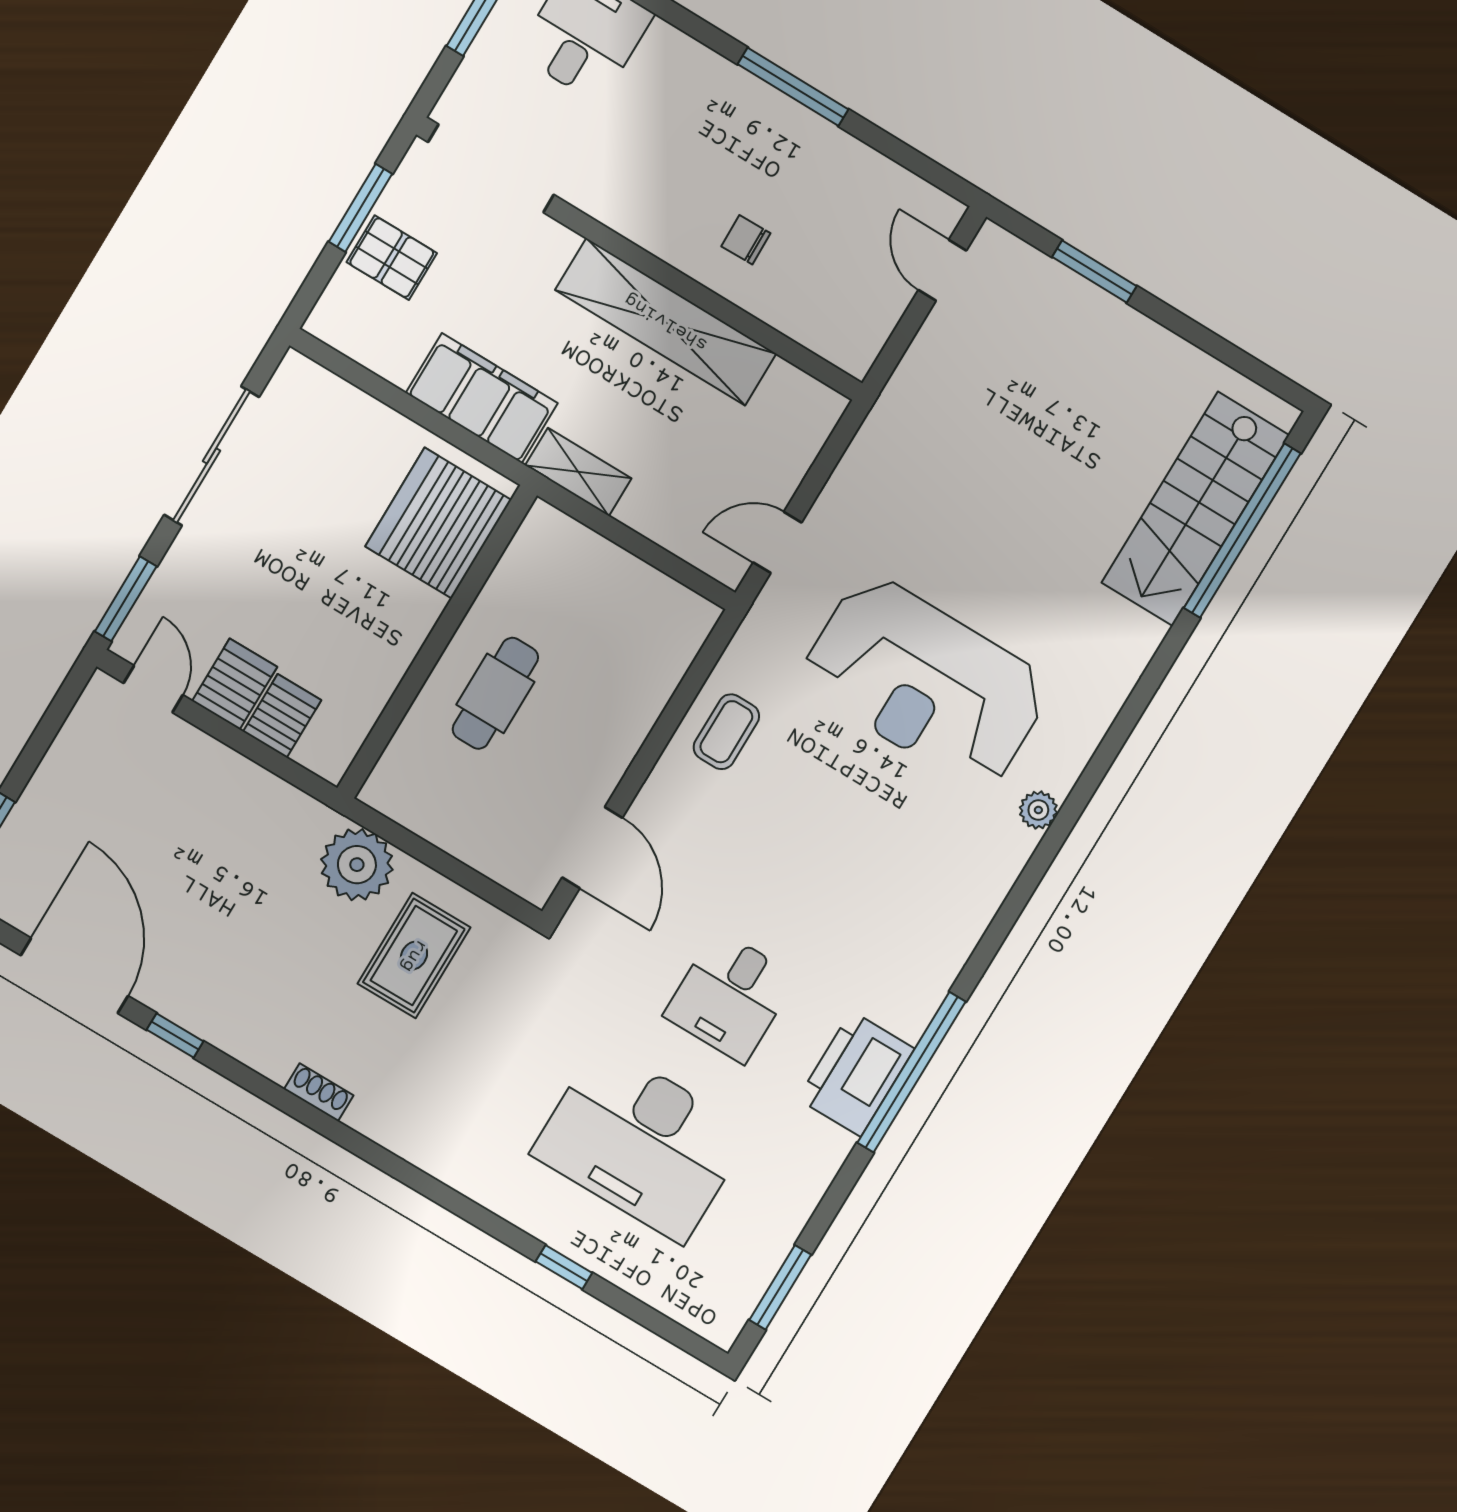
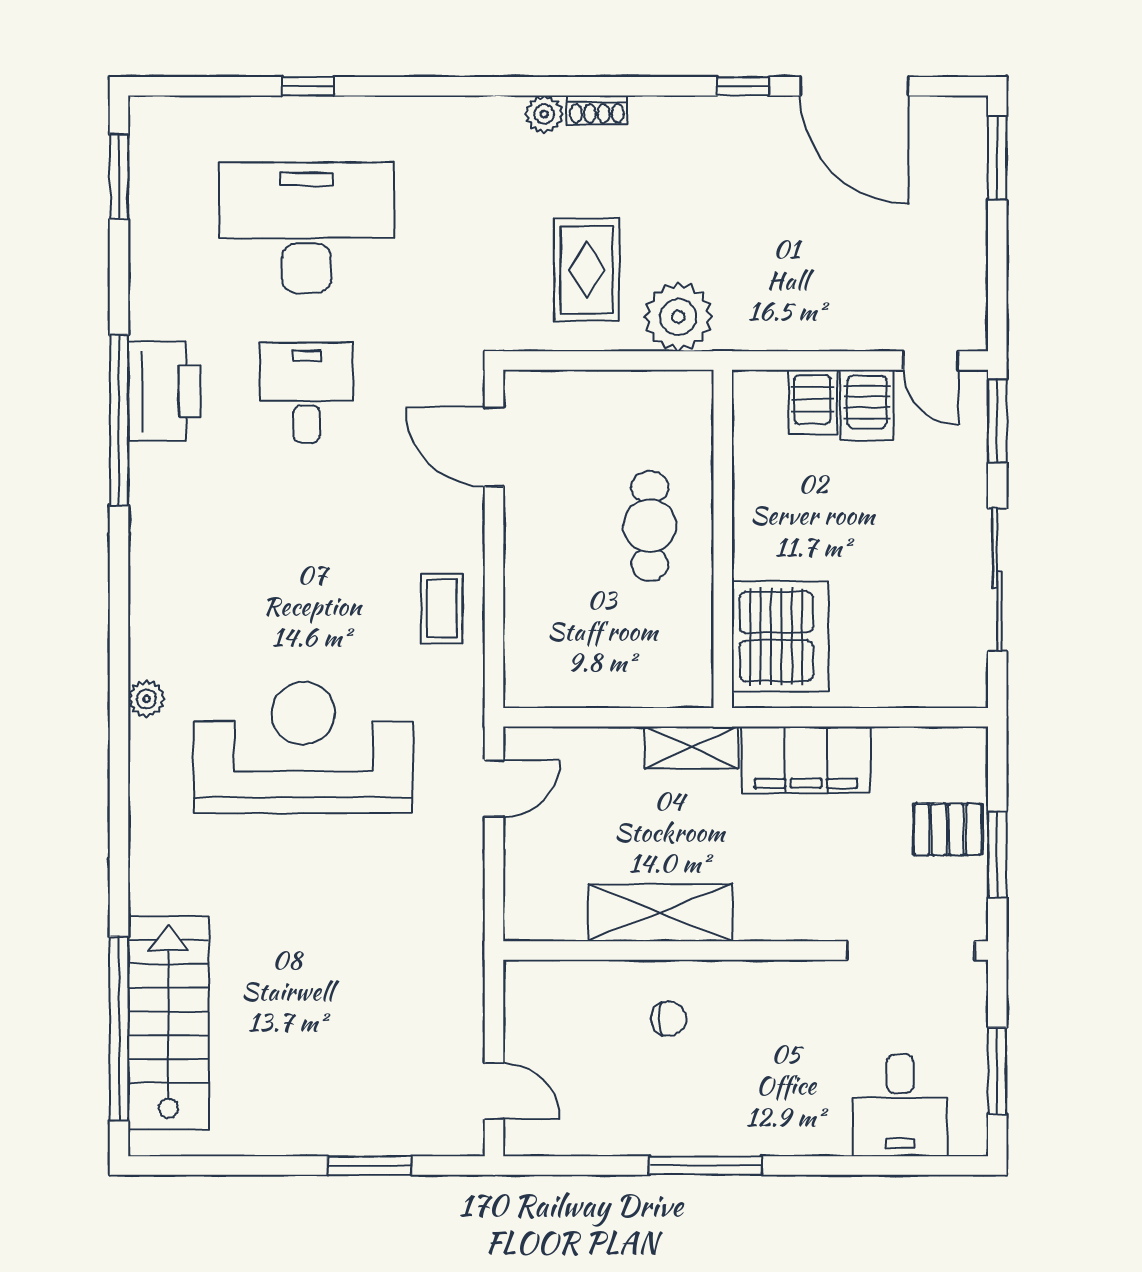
shelving: (666, 322) -> (660, 913), width x0.68
plant: (368, 1117) -> (544, 114), added

